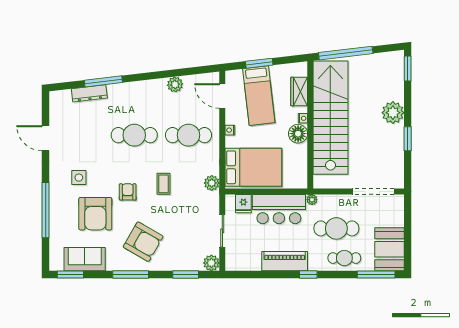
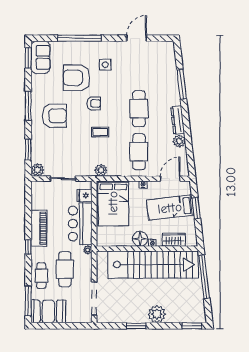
dresser: (89, 93) -> (178, 120), moved
armchair: (143, 242) -> (54, 116), turned -120
sofa: (85, 259) -> (40, 57), moved

